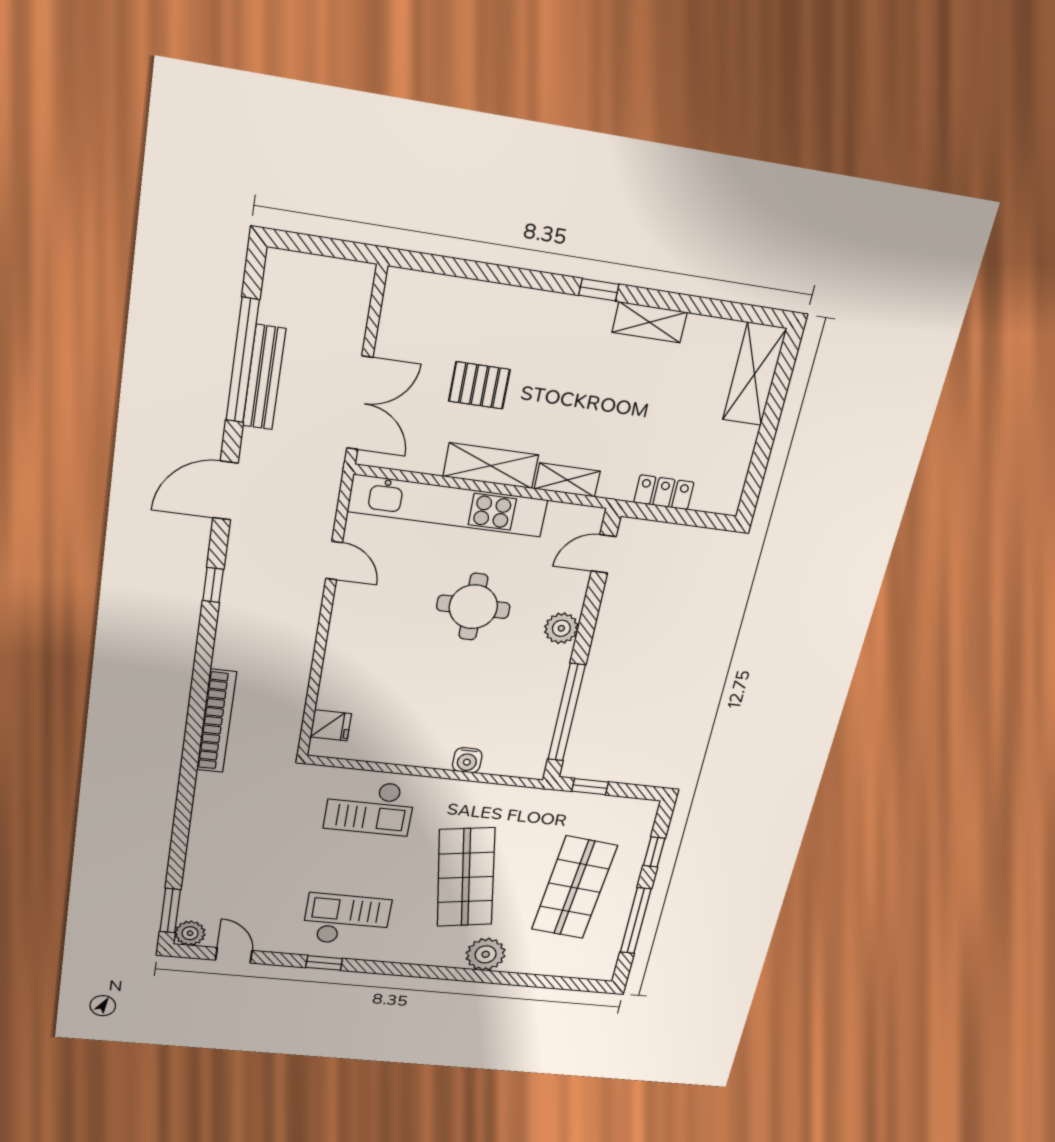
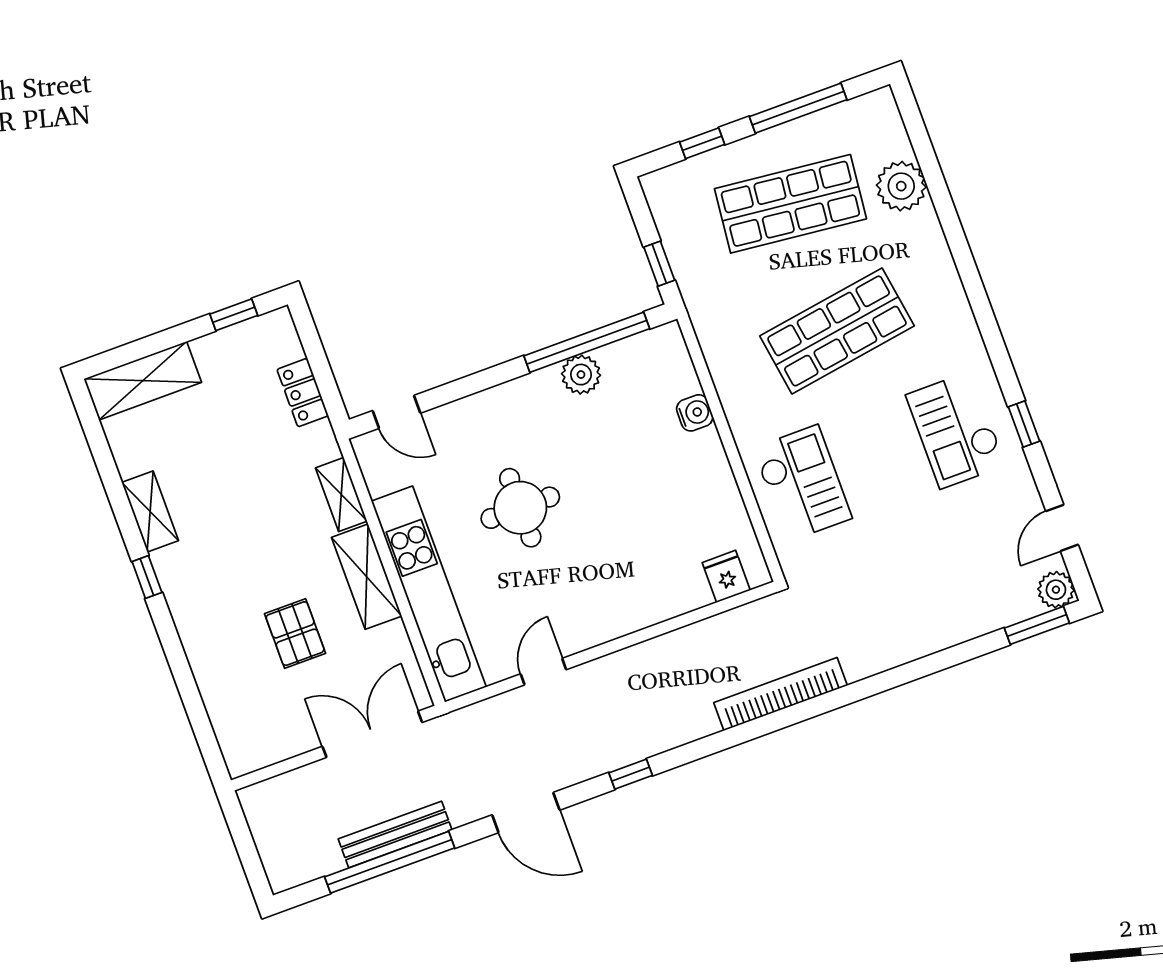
window: (756, 472) -> (234, 315), added
plant: (561, 628) -> (581, 375), moved
plant: (486, 954) -> (901, 186), moved

